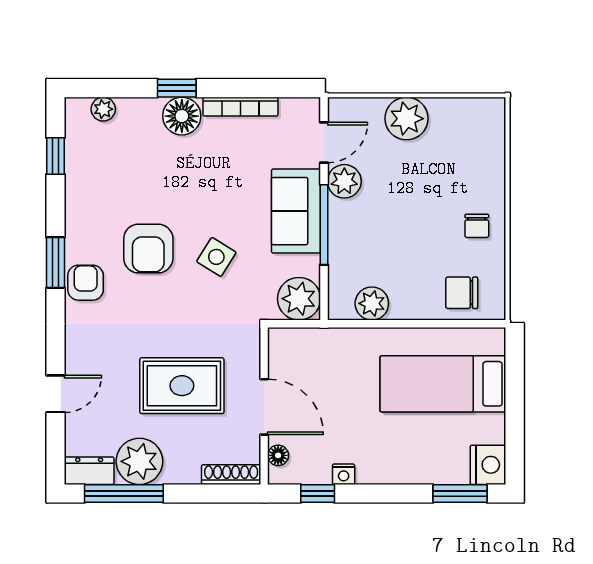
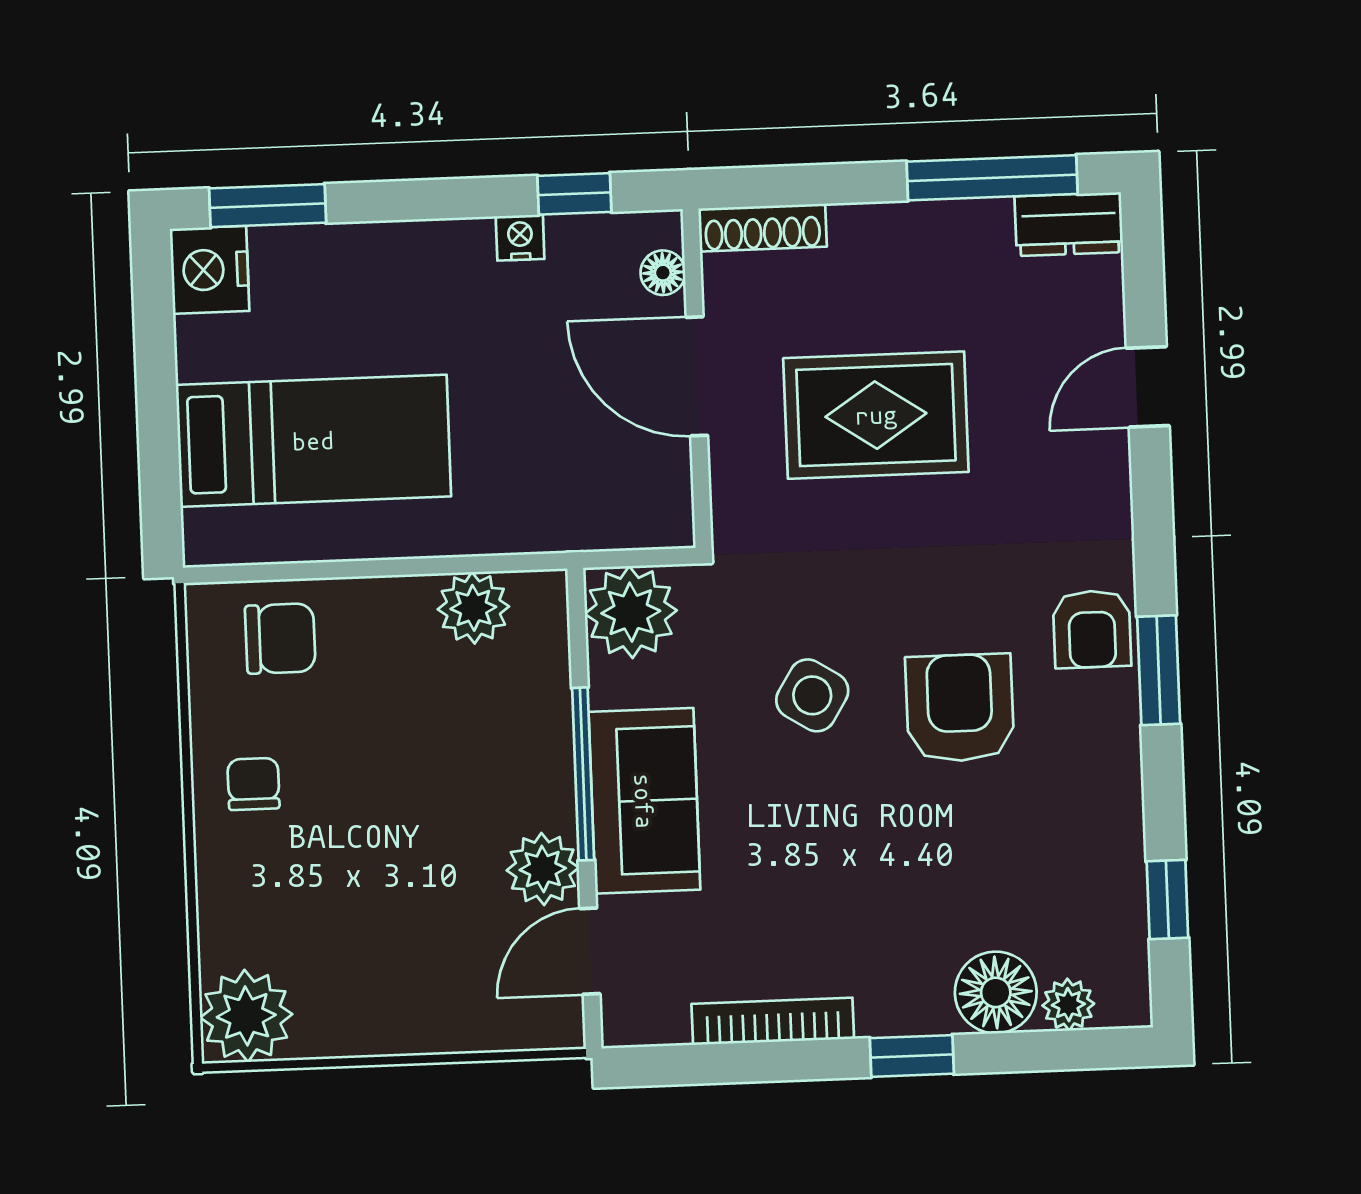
floor lamp: (182, 116) -> (996, 992), moved
plant: (406, 119) -> (246, 1016), moved
plant: (139, 461) -> (961, 248), removed

